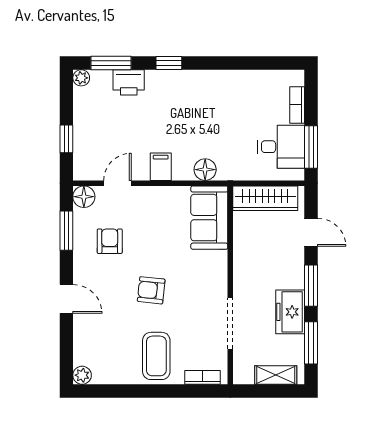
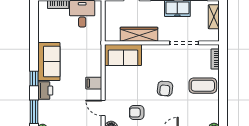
printer: (129, 82) -> (45, 91), moved
sofa: (198, 89) -> (49, 61), added
floor lamp: (205, 170) -> (95, 58), removed
wardrobe: (265, 198) -> (139, 34), moved, turned -90

